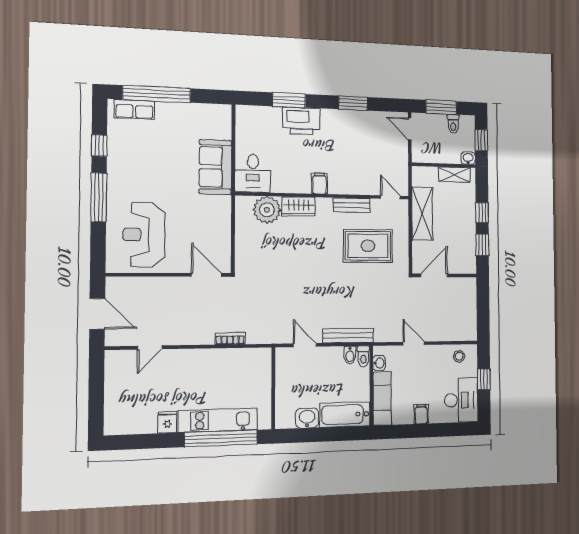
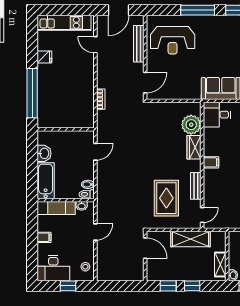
reception desk: (144, 235) -> (173, 40), turned 180
bench: (348, 335) -> (139, 44), moved
kitchen unit: (218, 420) -> (64, 23), moved, turned 90

